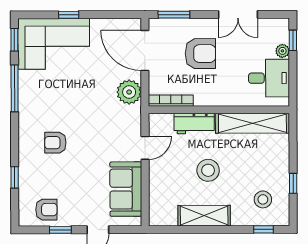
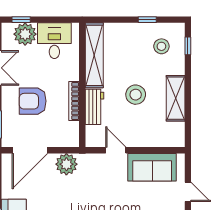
plant: (282, 51) -> (25, 34), width x1.87, depth x1.87
armchair: (200, 54) -> (33, 101), turned -90
bookcase: (171, 101) -> (74, 101), moved

